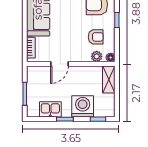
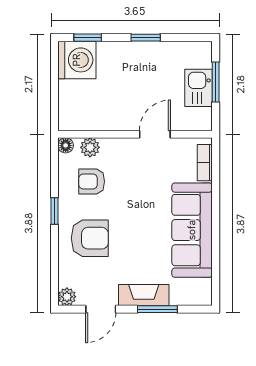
shelving: (109, 80) -> (69, 107), removed
washing machine: (83, 106) -> (77, 60), moved, turned -90
kitchen sink: (50, 109) -> (199, 88), moved, turned 90

